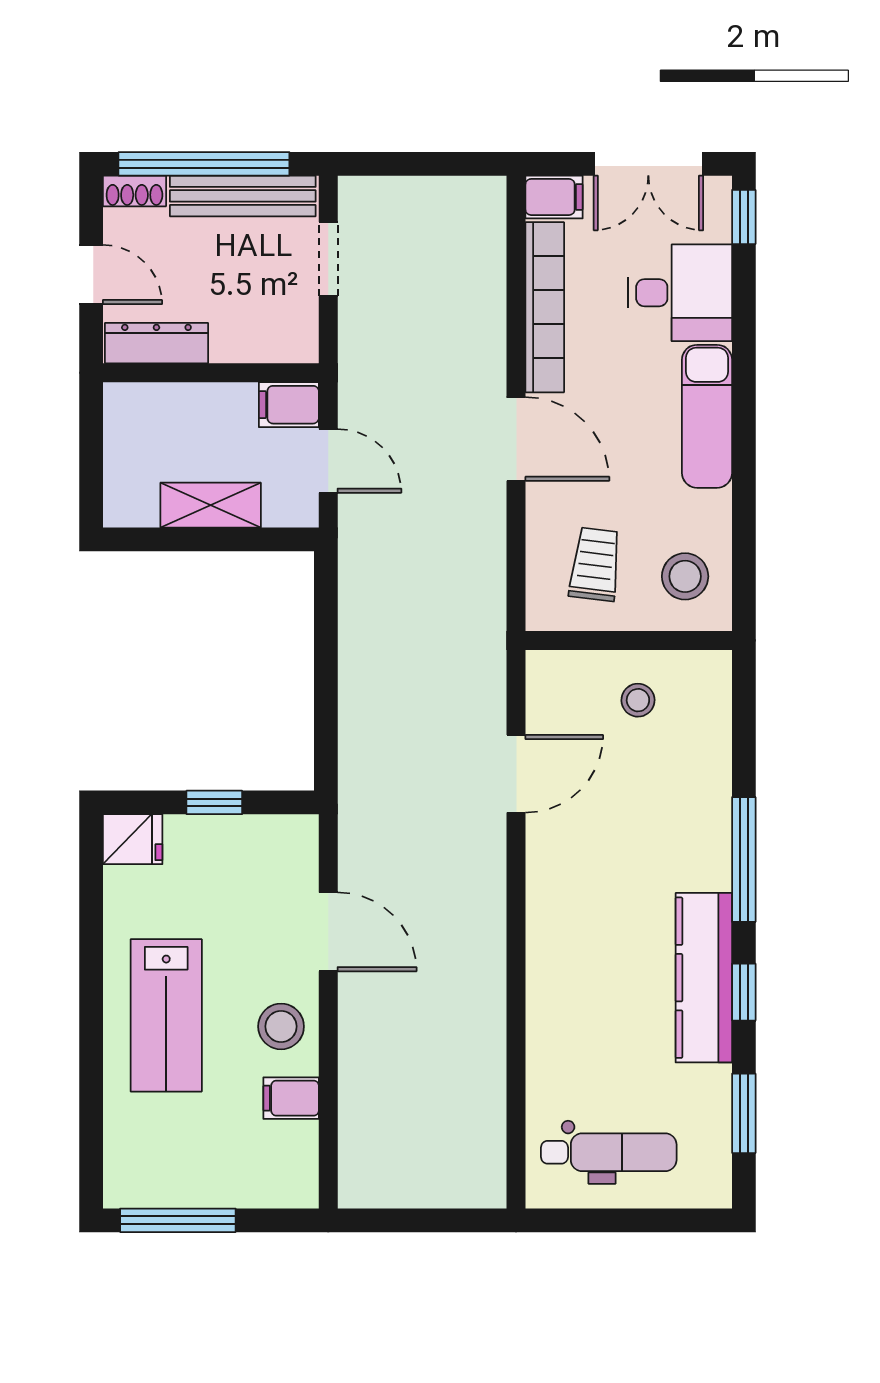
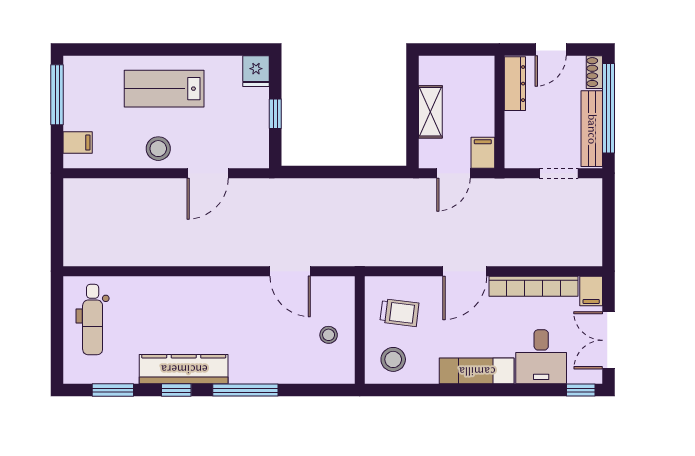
filing cabinet: (291, 1098) -> (78, 143), moved, turned 90

